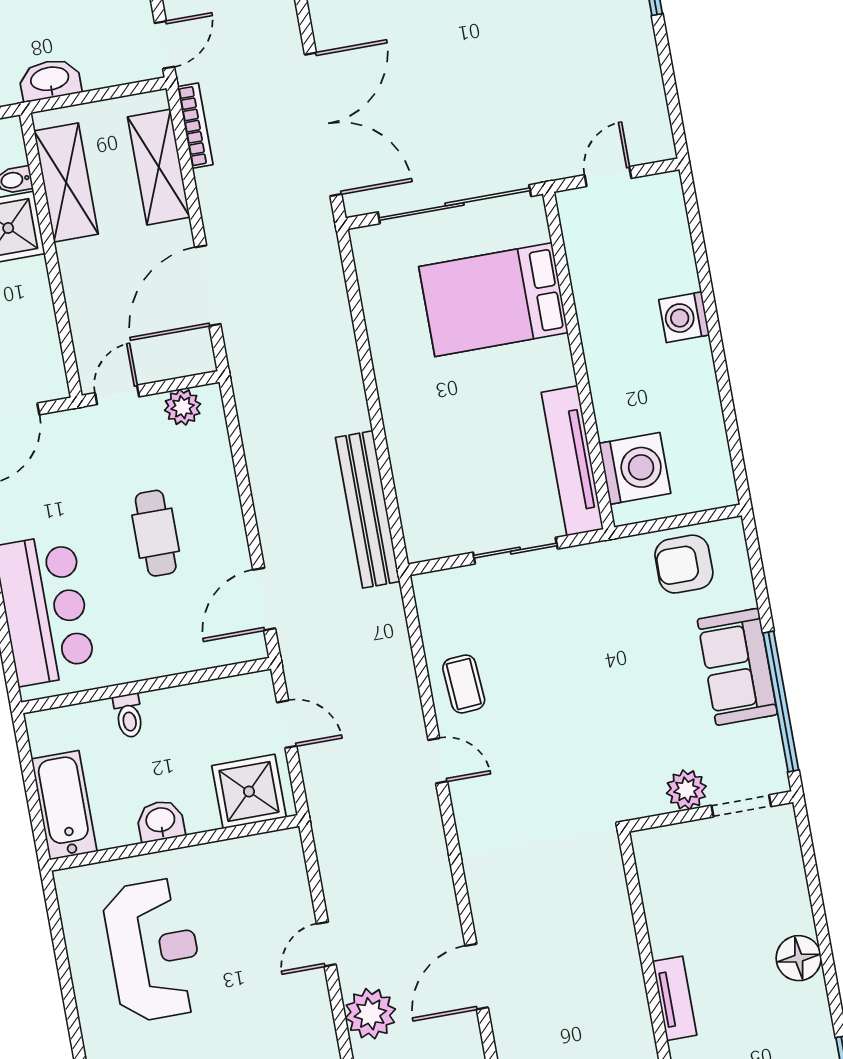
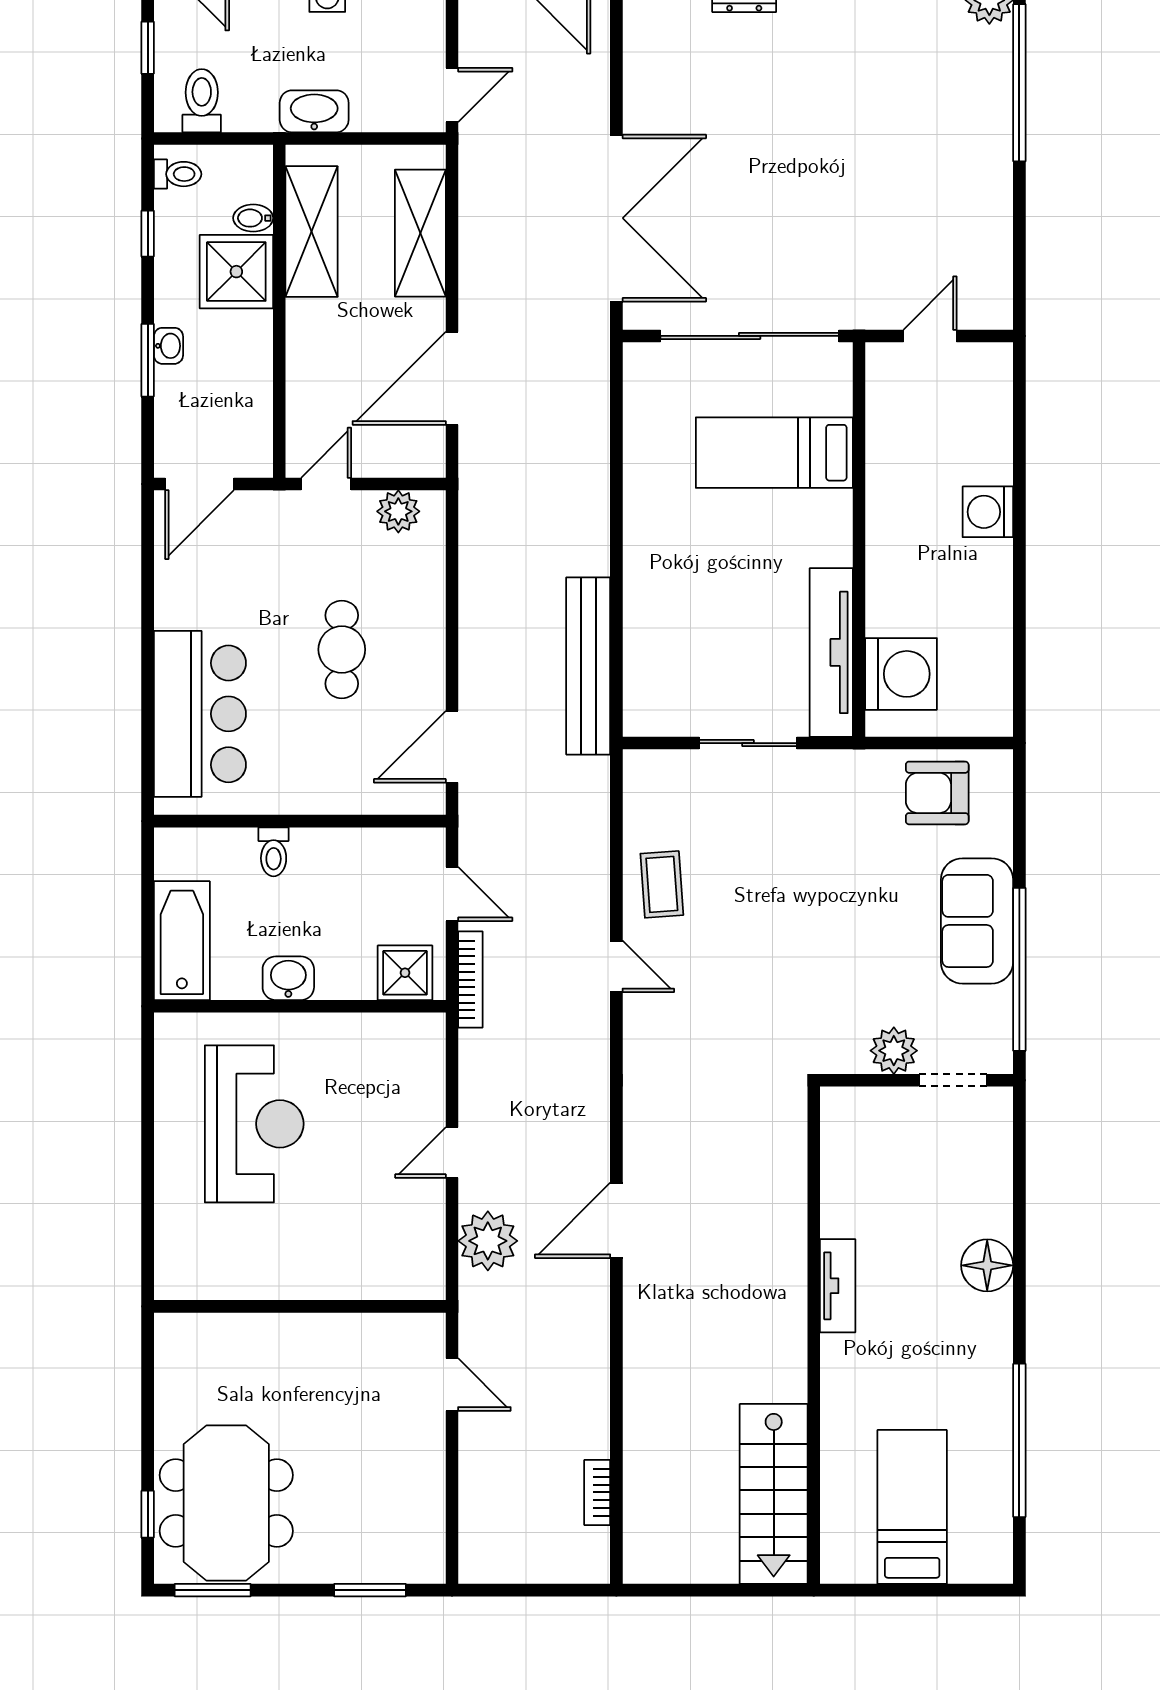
bookcase: (195, 126) -> (470, 980), moved
bed: (493, 300) -> (774, 453), width x0.67
shower: (249, 791) -> (405, 973), width x0.73, depth x0.73

